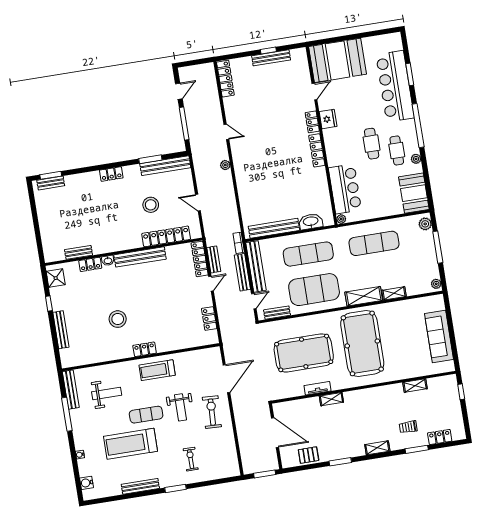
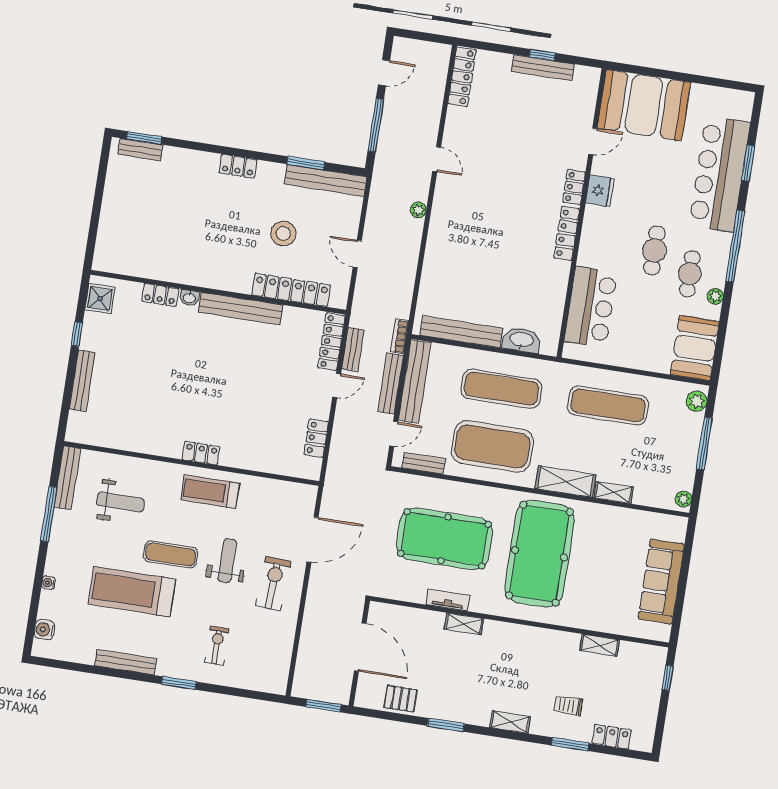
plant: (341, 219) -> (570, 351), removed
bench: (79, 252) -> (148, 270), removed
stool: (118, 319) -> (175, 393), removed
weight bench: (180, 407) -> (227, 561), turned 180

